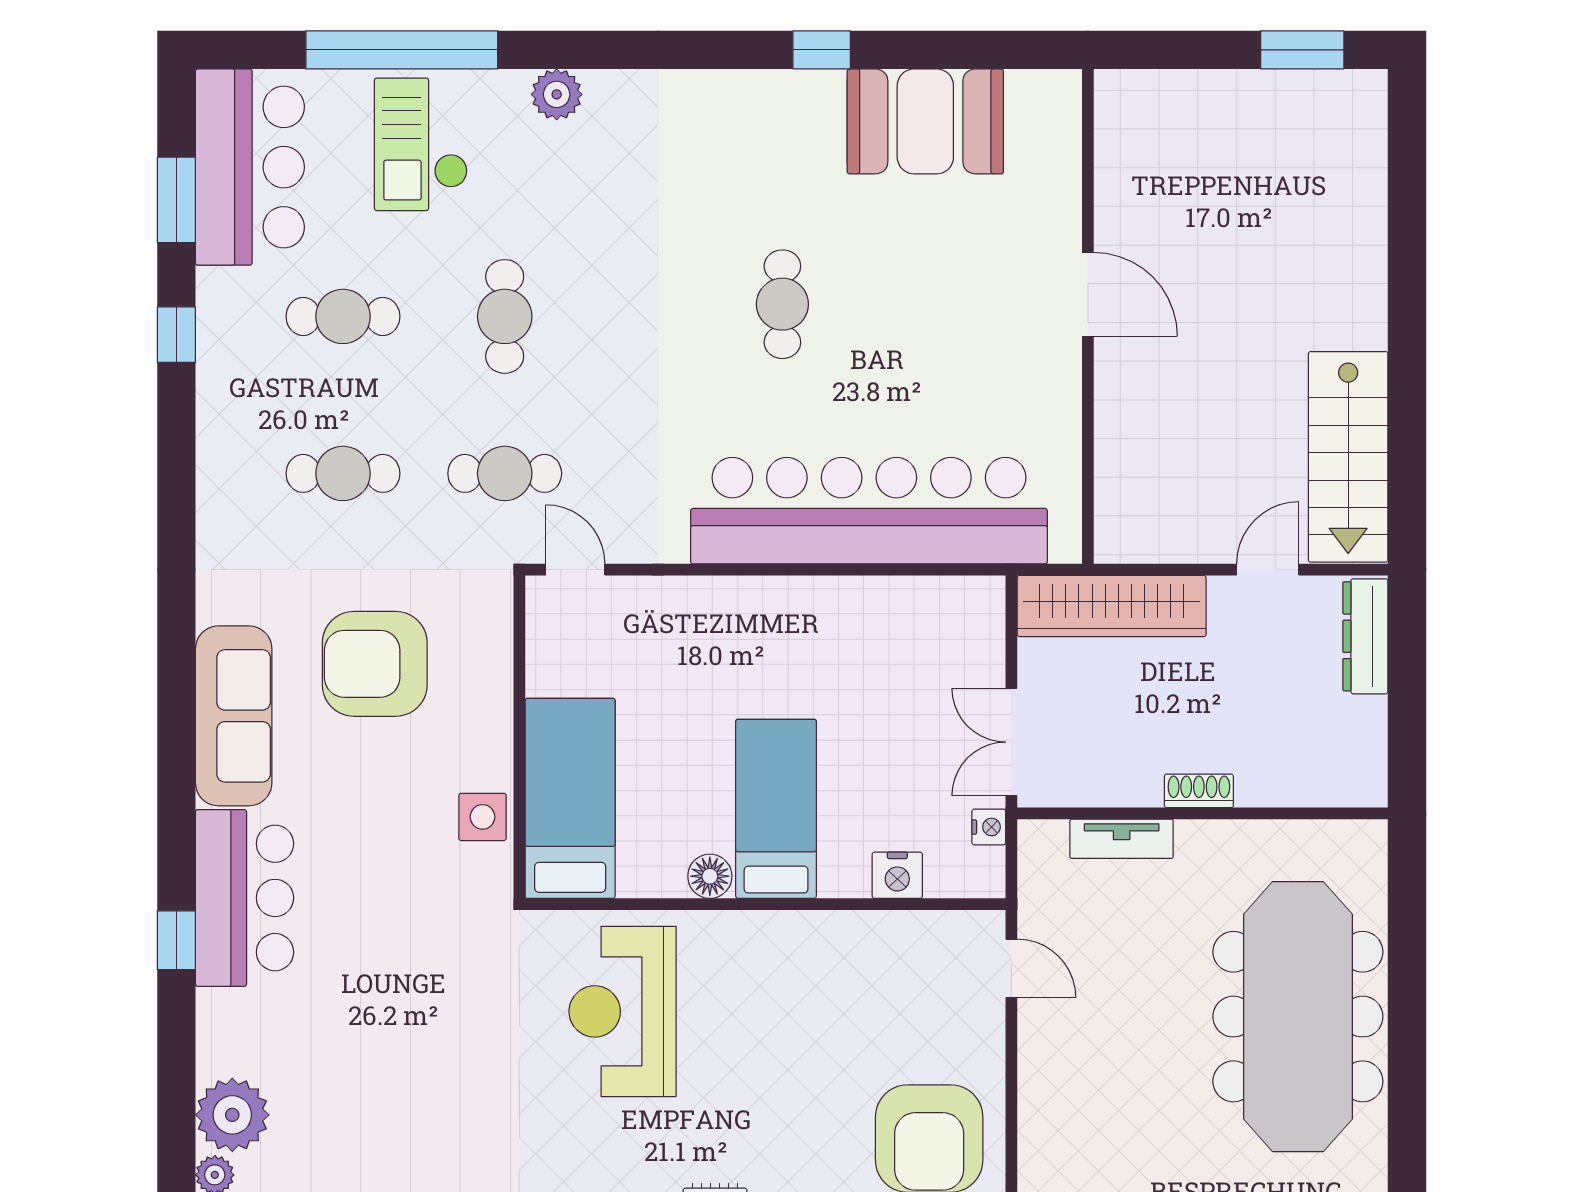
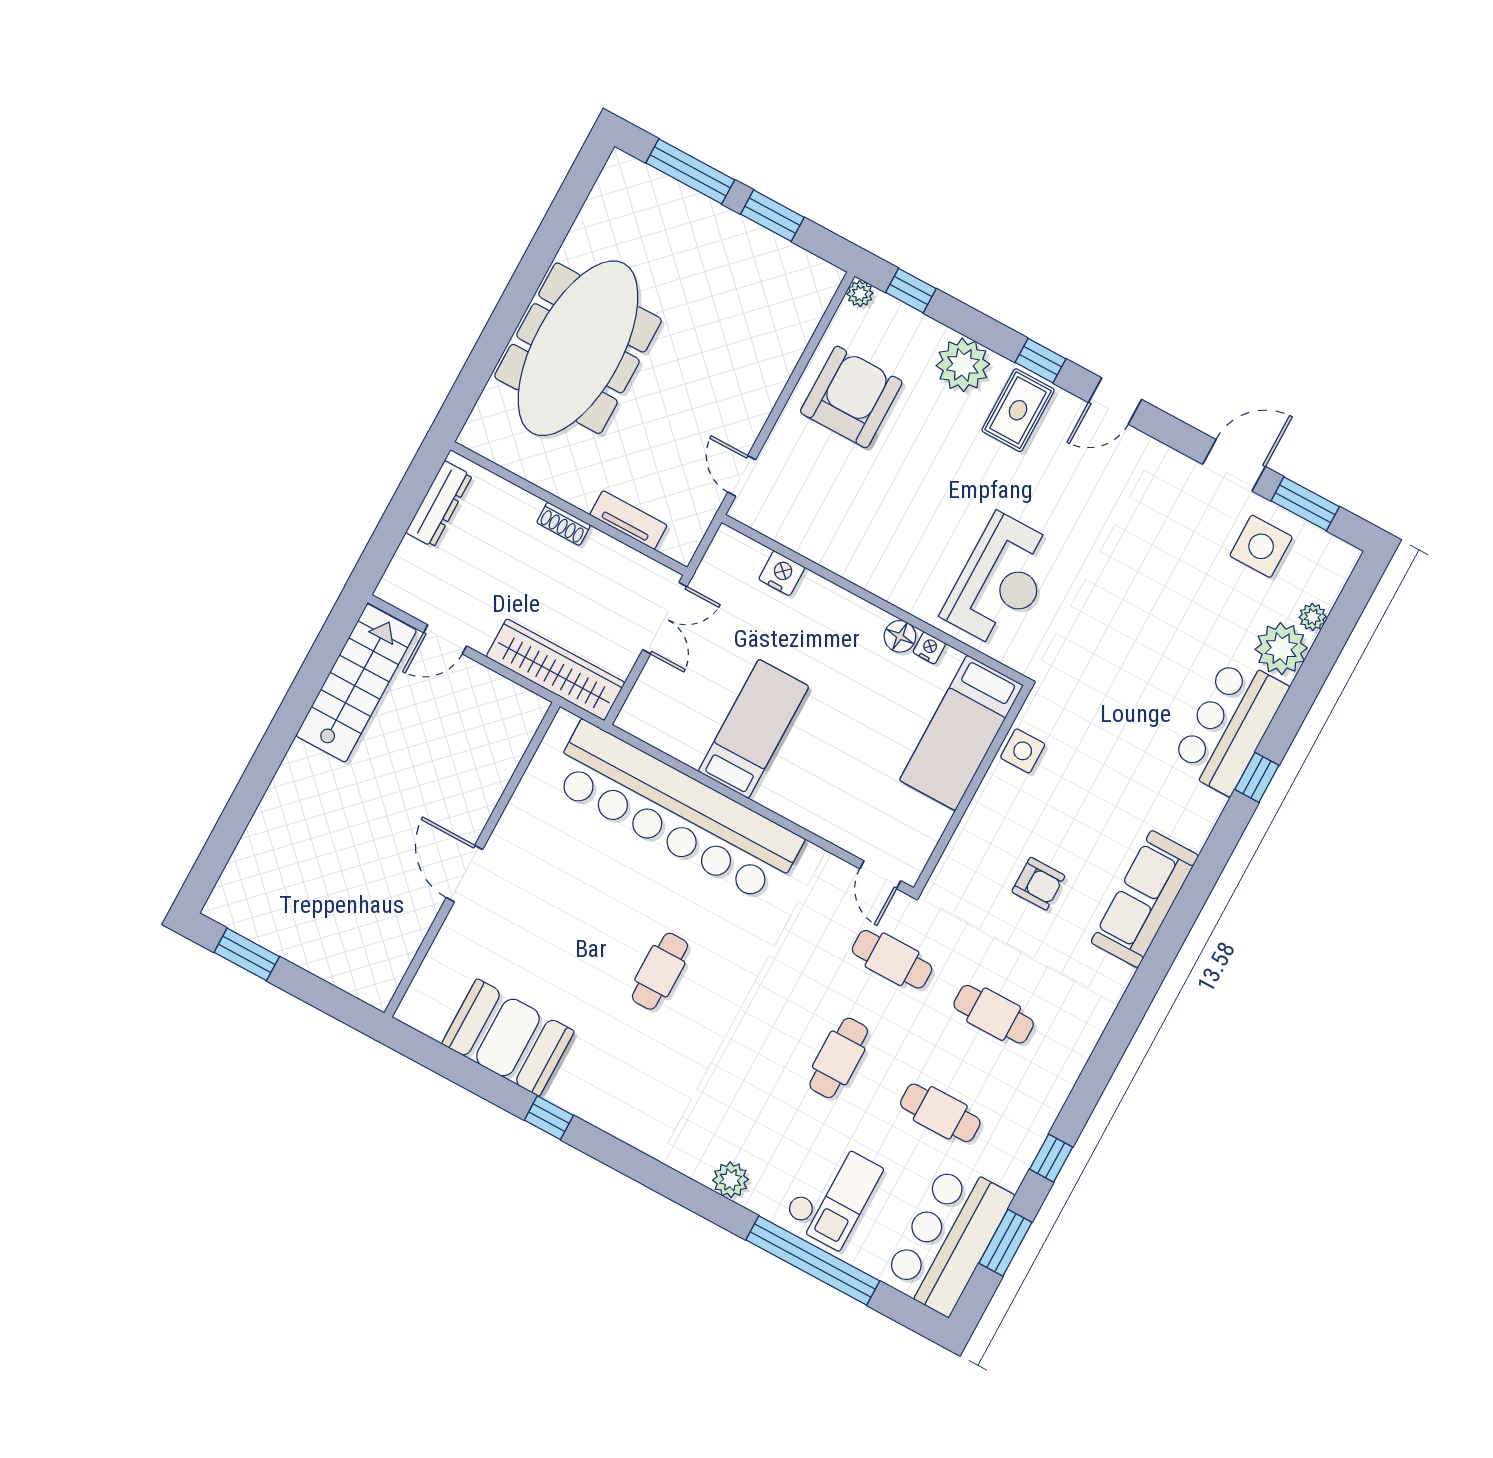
dresser: (1365, 636) -> (439, 504), moved
armchair: (375, 664) -> (1038, 884), width x0.53, depth x0.53
bed: (776, 809) -> (754, 729), moved, turned 180
nightstand: (989, 827) -> (929, 648), moved, turned 90
bar counter: (245, 898) -> (1230, 726), moved

